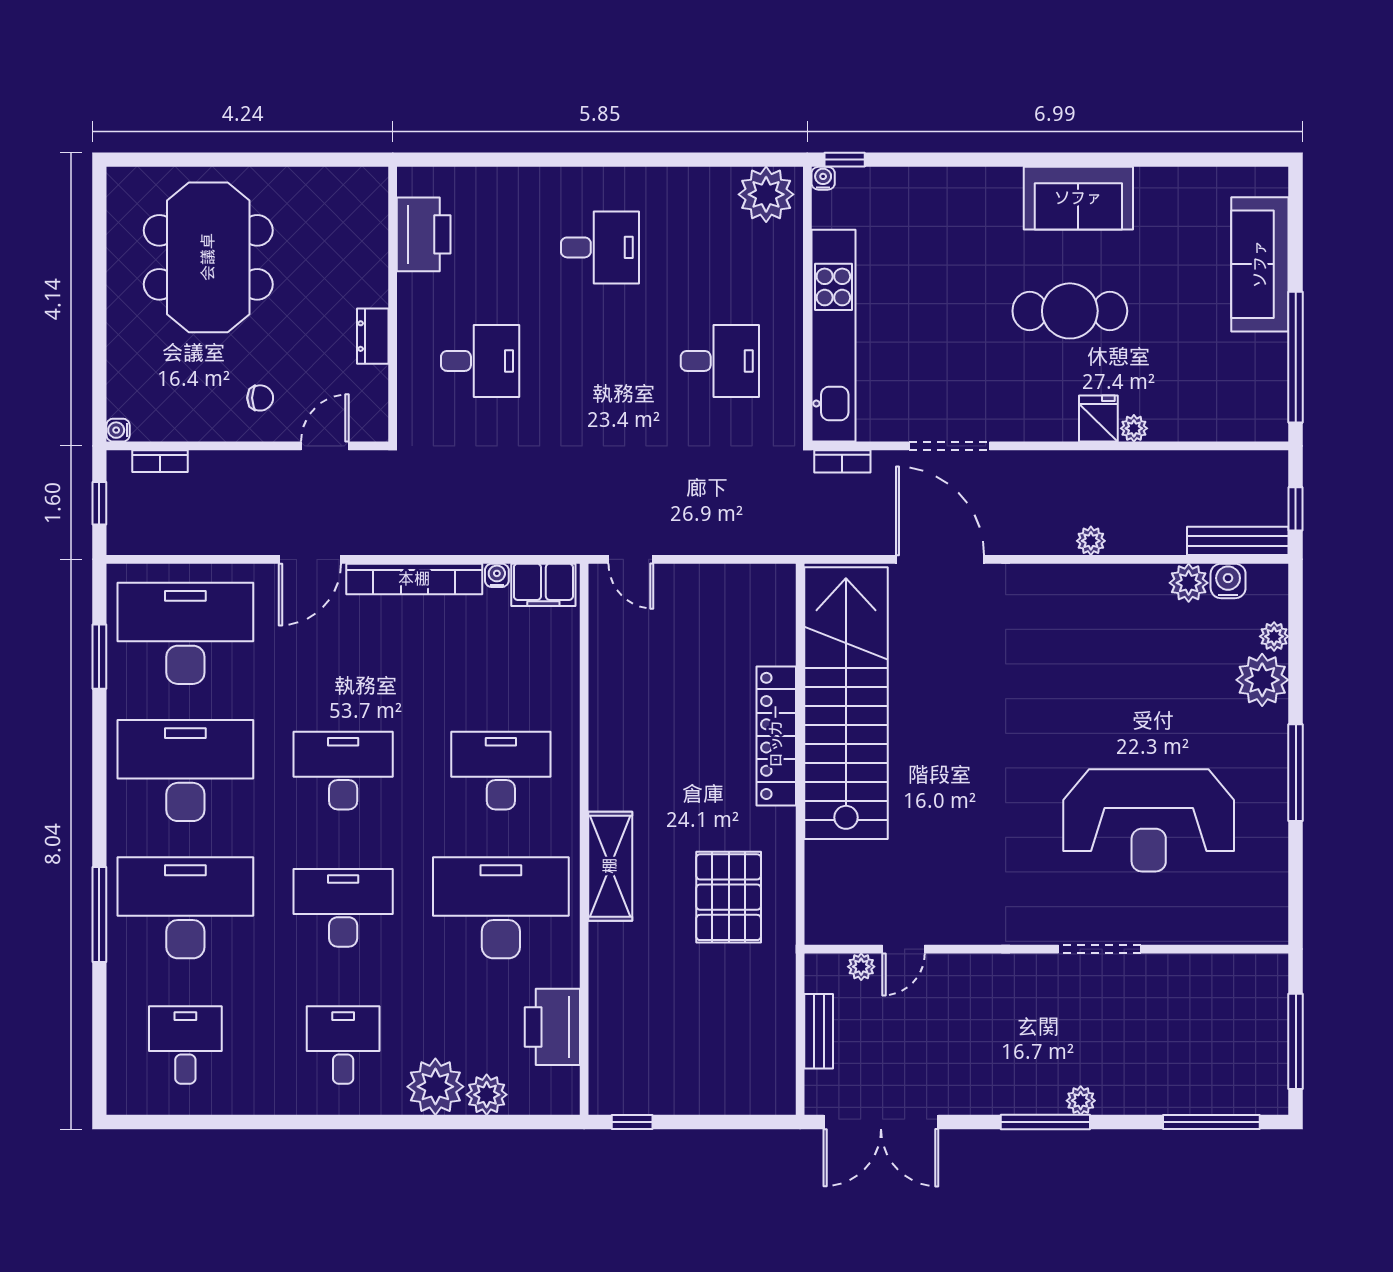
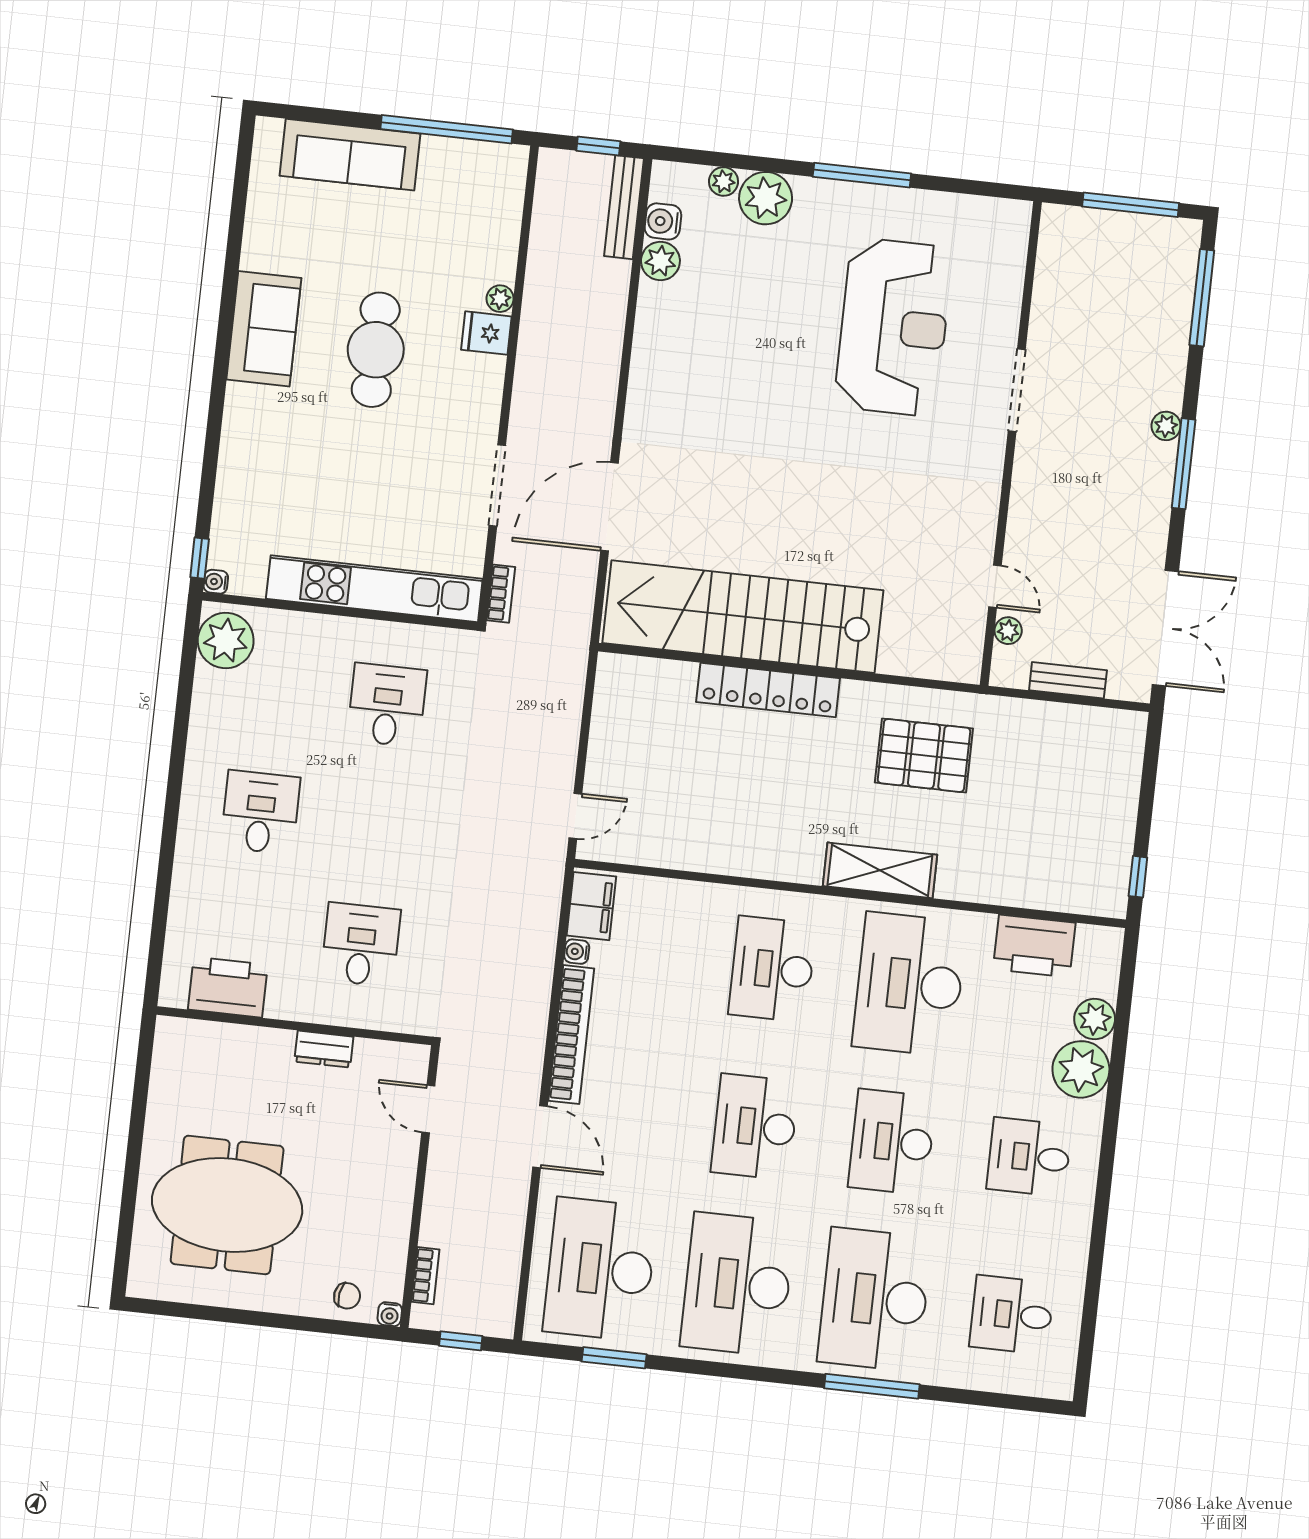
chair: (260, 398) -> (347, 1296), moved, turned 99
plant: (1091, 541) -> (608, 354), removed

